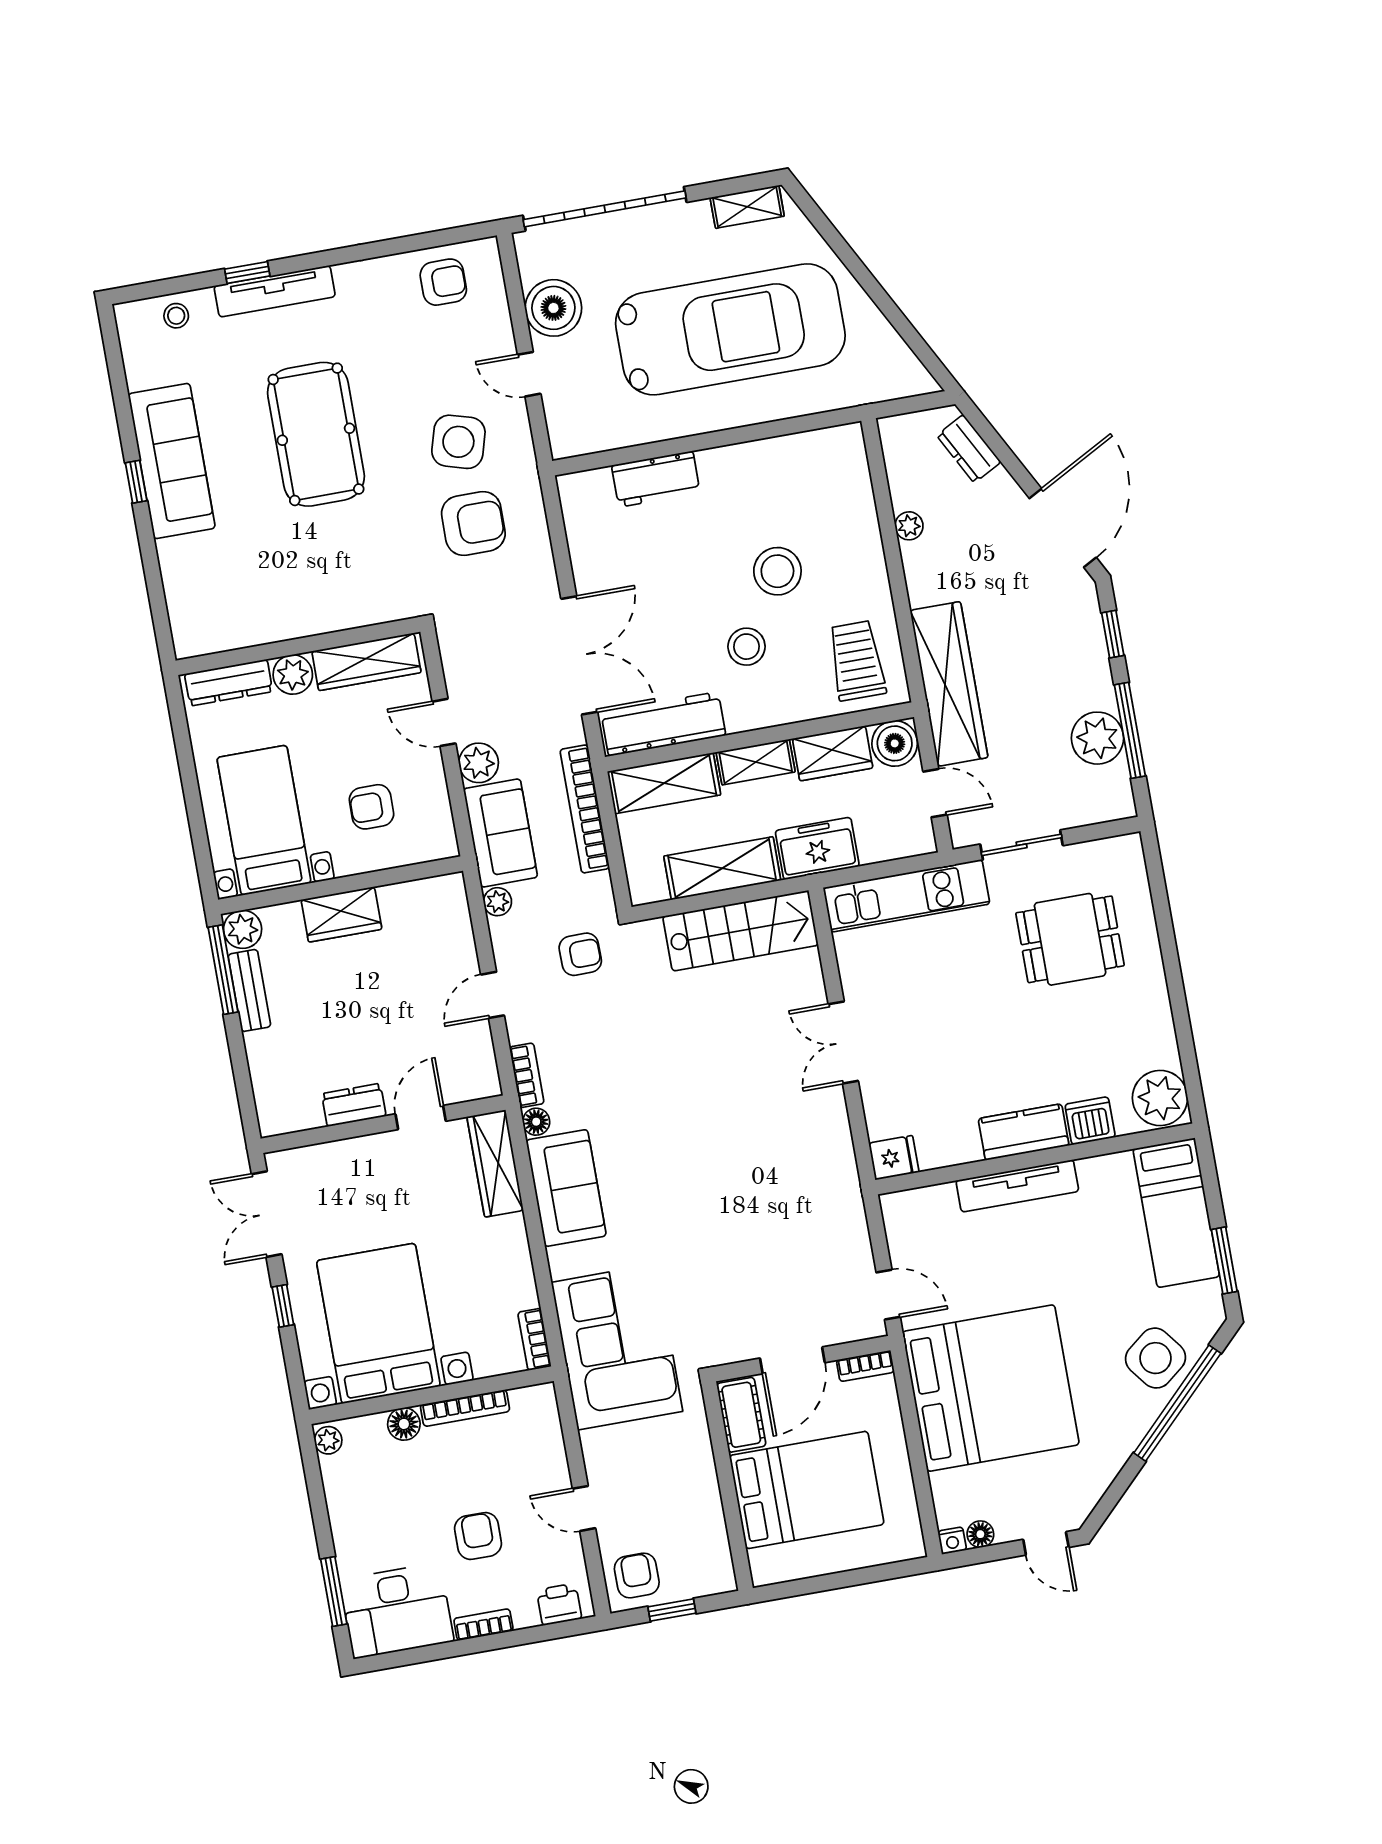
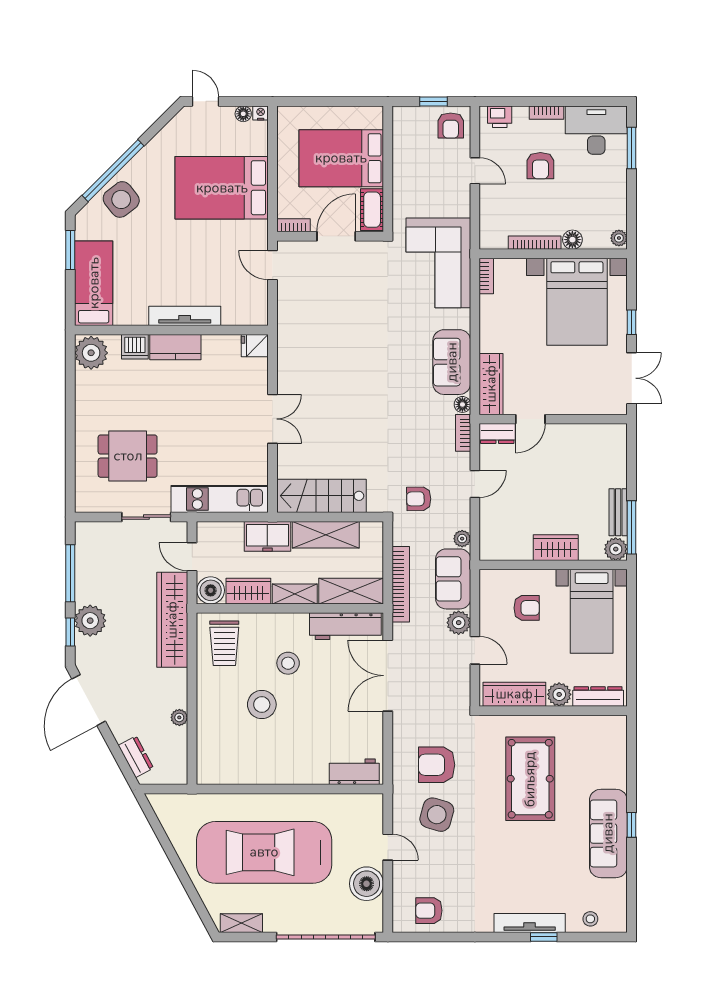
pool table: (316, 434) -> (530, 779), moved
workbench: (656, 479) -> (354, 772), moved
plant: (1097, 738) -> (90, 621), moved
dresser: (354, 1105) -> (497, 434), moved
bed: (991, 1388) -> (222, 188), width x0.73

